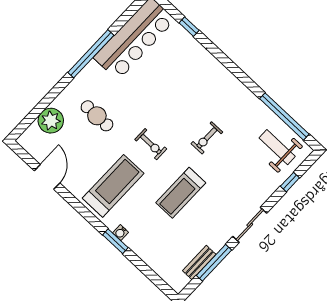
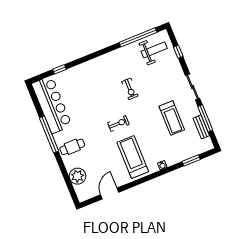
cafe table: (97, 116) -> (72, 147), moved
weight bench: (277, 147) -> (154, 50), turned 180
door: (47, 177) -> (110, 193), hinge flipped
treadmill: (181, 193) -> (172, 118), moved
window: (115, 241) -> (191, 160), moved

